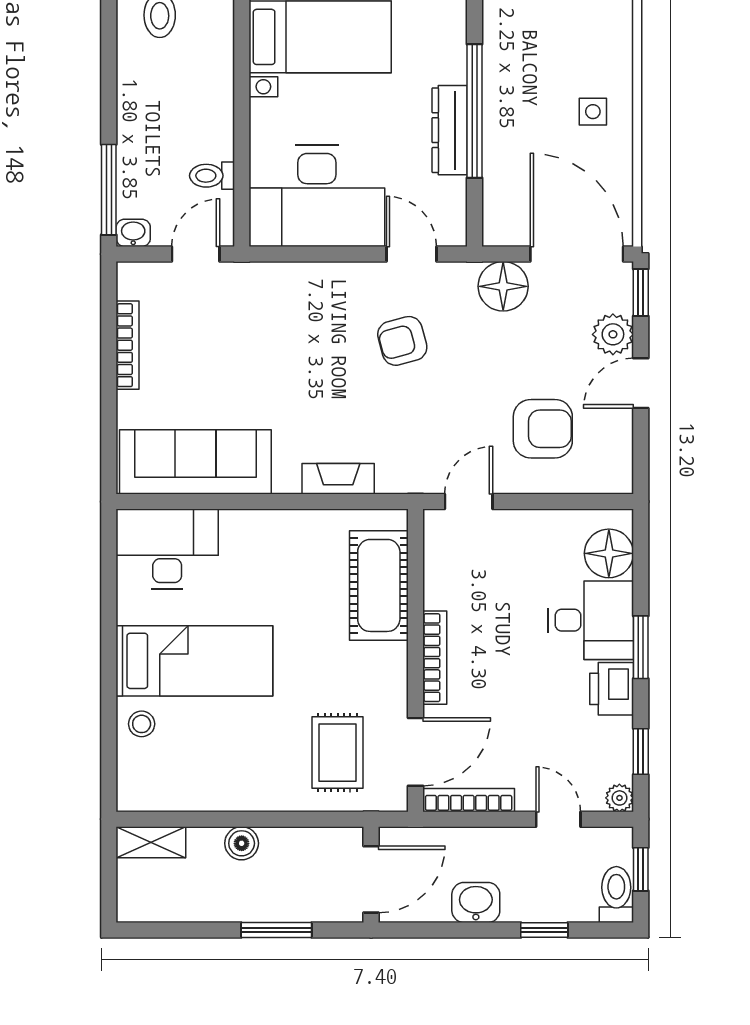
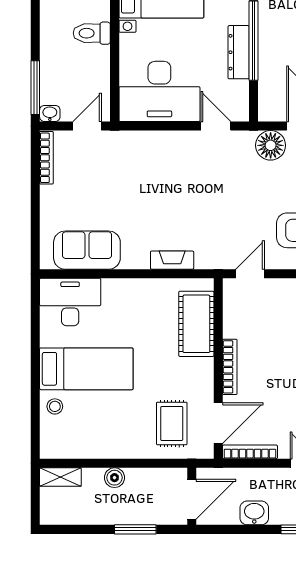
toilet: (212, 176) -> (92, 33), moved, width x1.37, depth x1.39
armchair: (402, 341) -> (210, 178), removed
bookcase: (128, 345) -> (46, 158), moved
sofa: (195, 462) -> (87, 250), width x0.73

